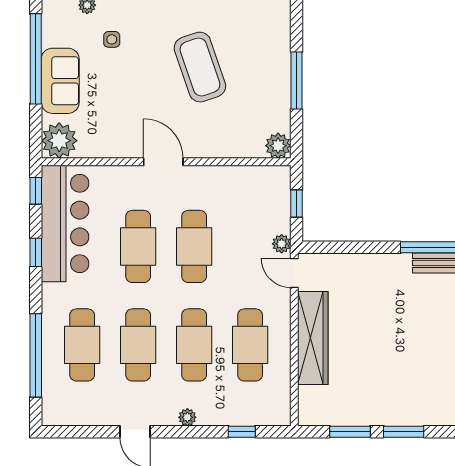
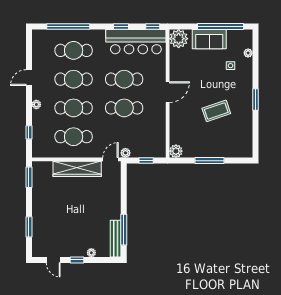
coffee table: (200, 67) -> (216, 111), width x0.73, depth x0.76
window: (350, 432) -> (29, 177), moved
window: (404, 432) -> (29, 227), moved

